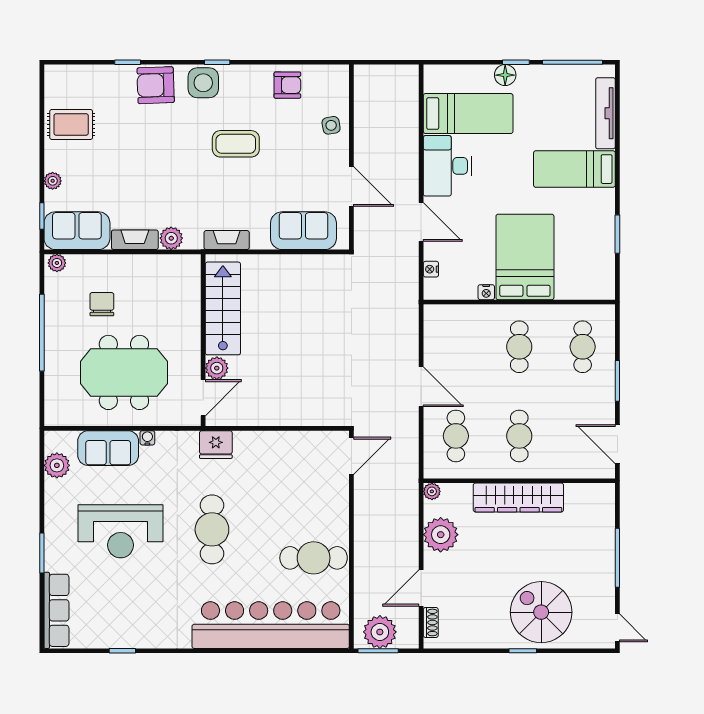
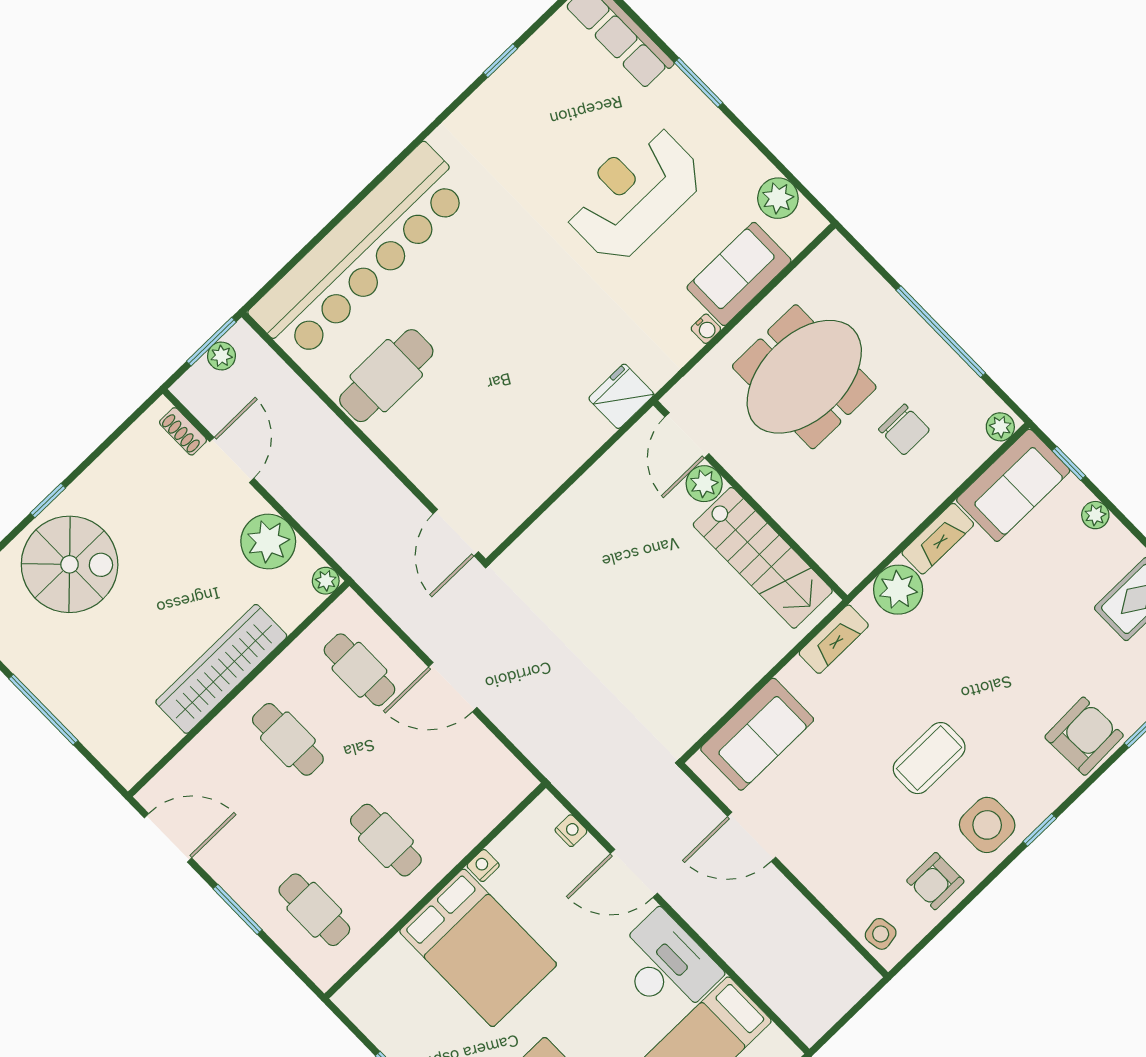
side table: (203, 83) -> (987, 825), moved
side table: (331, 125) -> (881, 934), moved
plant: (171, 238) -> (898, 590), width x1.36, depth x1.36
cafe table: (212, 529) -> (532, 296), removed
plant: (380, 632) -> (221, 356), width x0.53, depth x0.53

